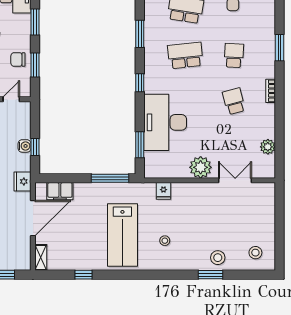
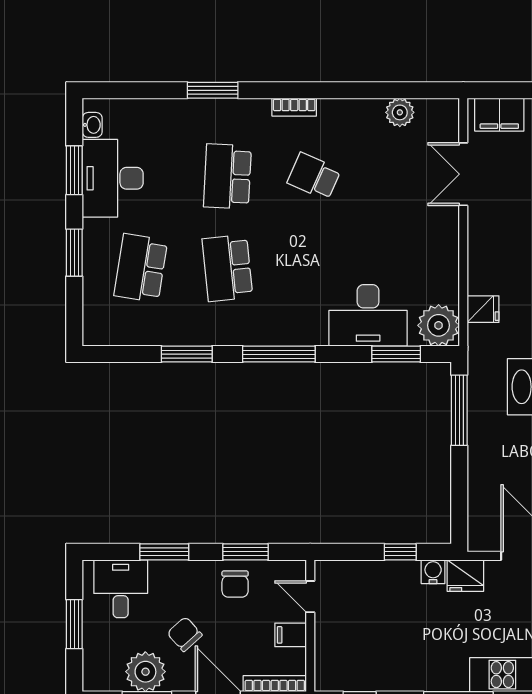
school desk: (234, 55) -> (227, 176), width x1.85
window: (140, 83) -> (279, 354), width x2.17
school desk: (234, 101) -> (314, 176), turned 39
desk: (165, 122) -> (368, 315), width x0.73, depth x0.77
water cooler: (25, 146) -> (433, 572), moved
plant: (201, 167) -> (439, 325), moved
filing cabinet: (60, 191) -> (499, 115), moved, turned 90

